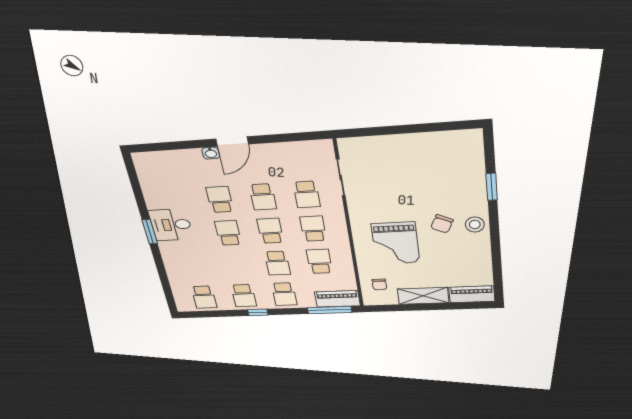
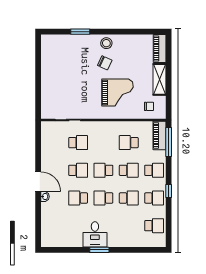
school desk: (313, 229) -> (129, 198), moved, turned 180

